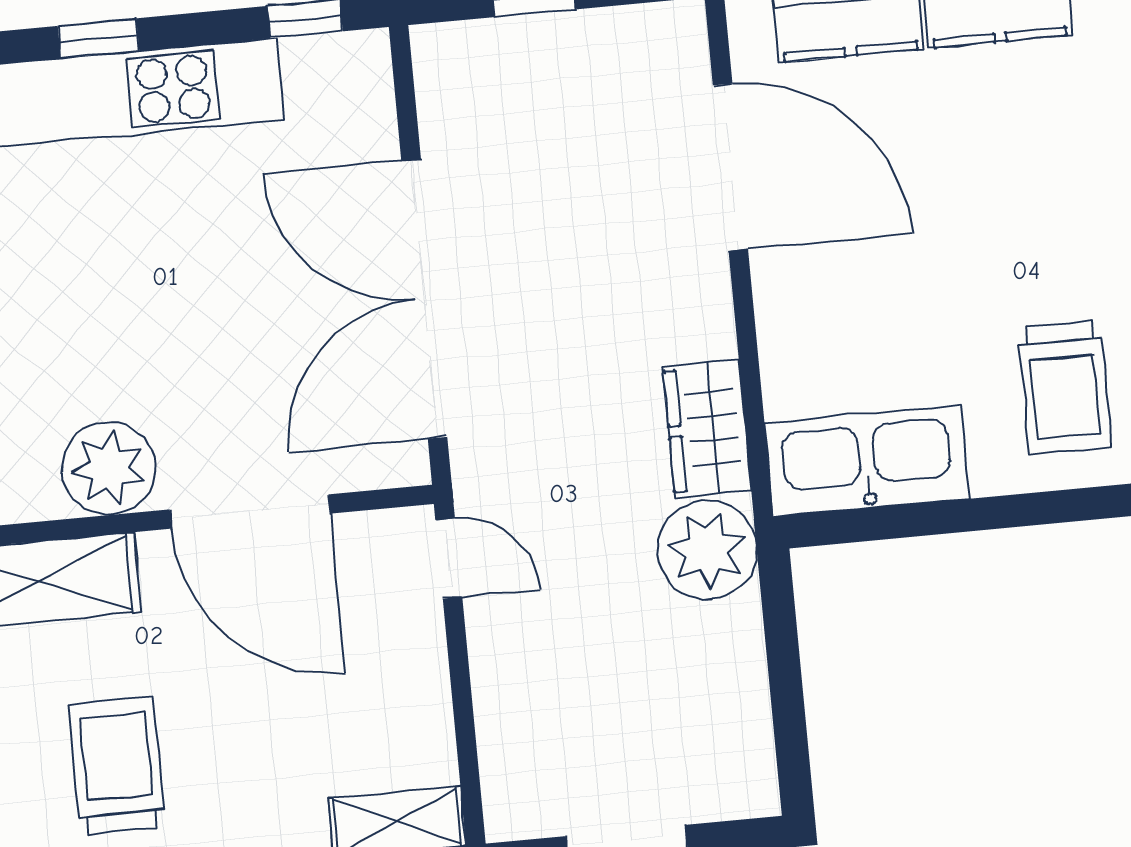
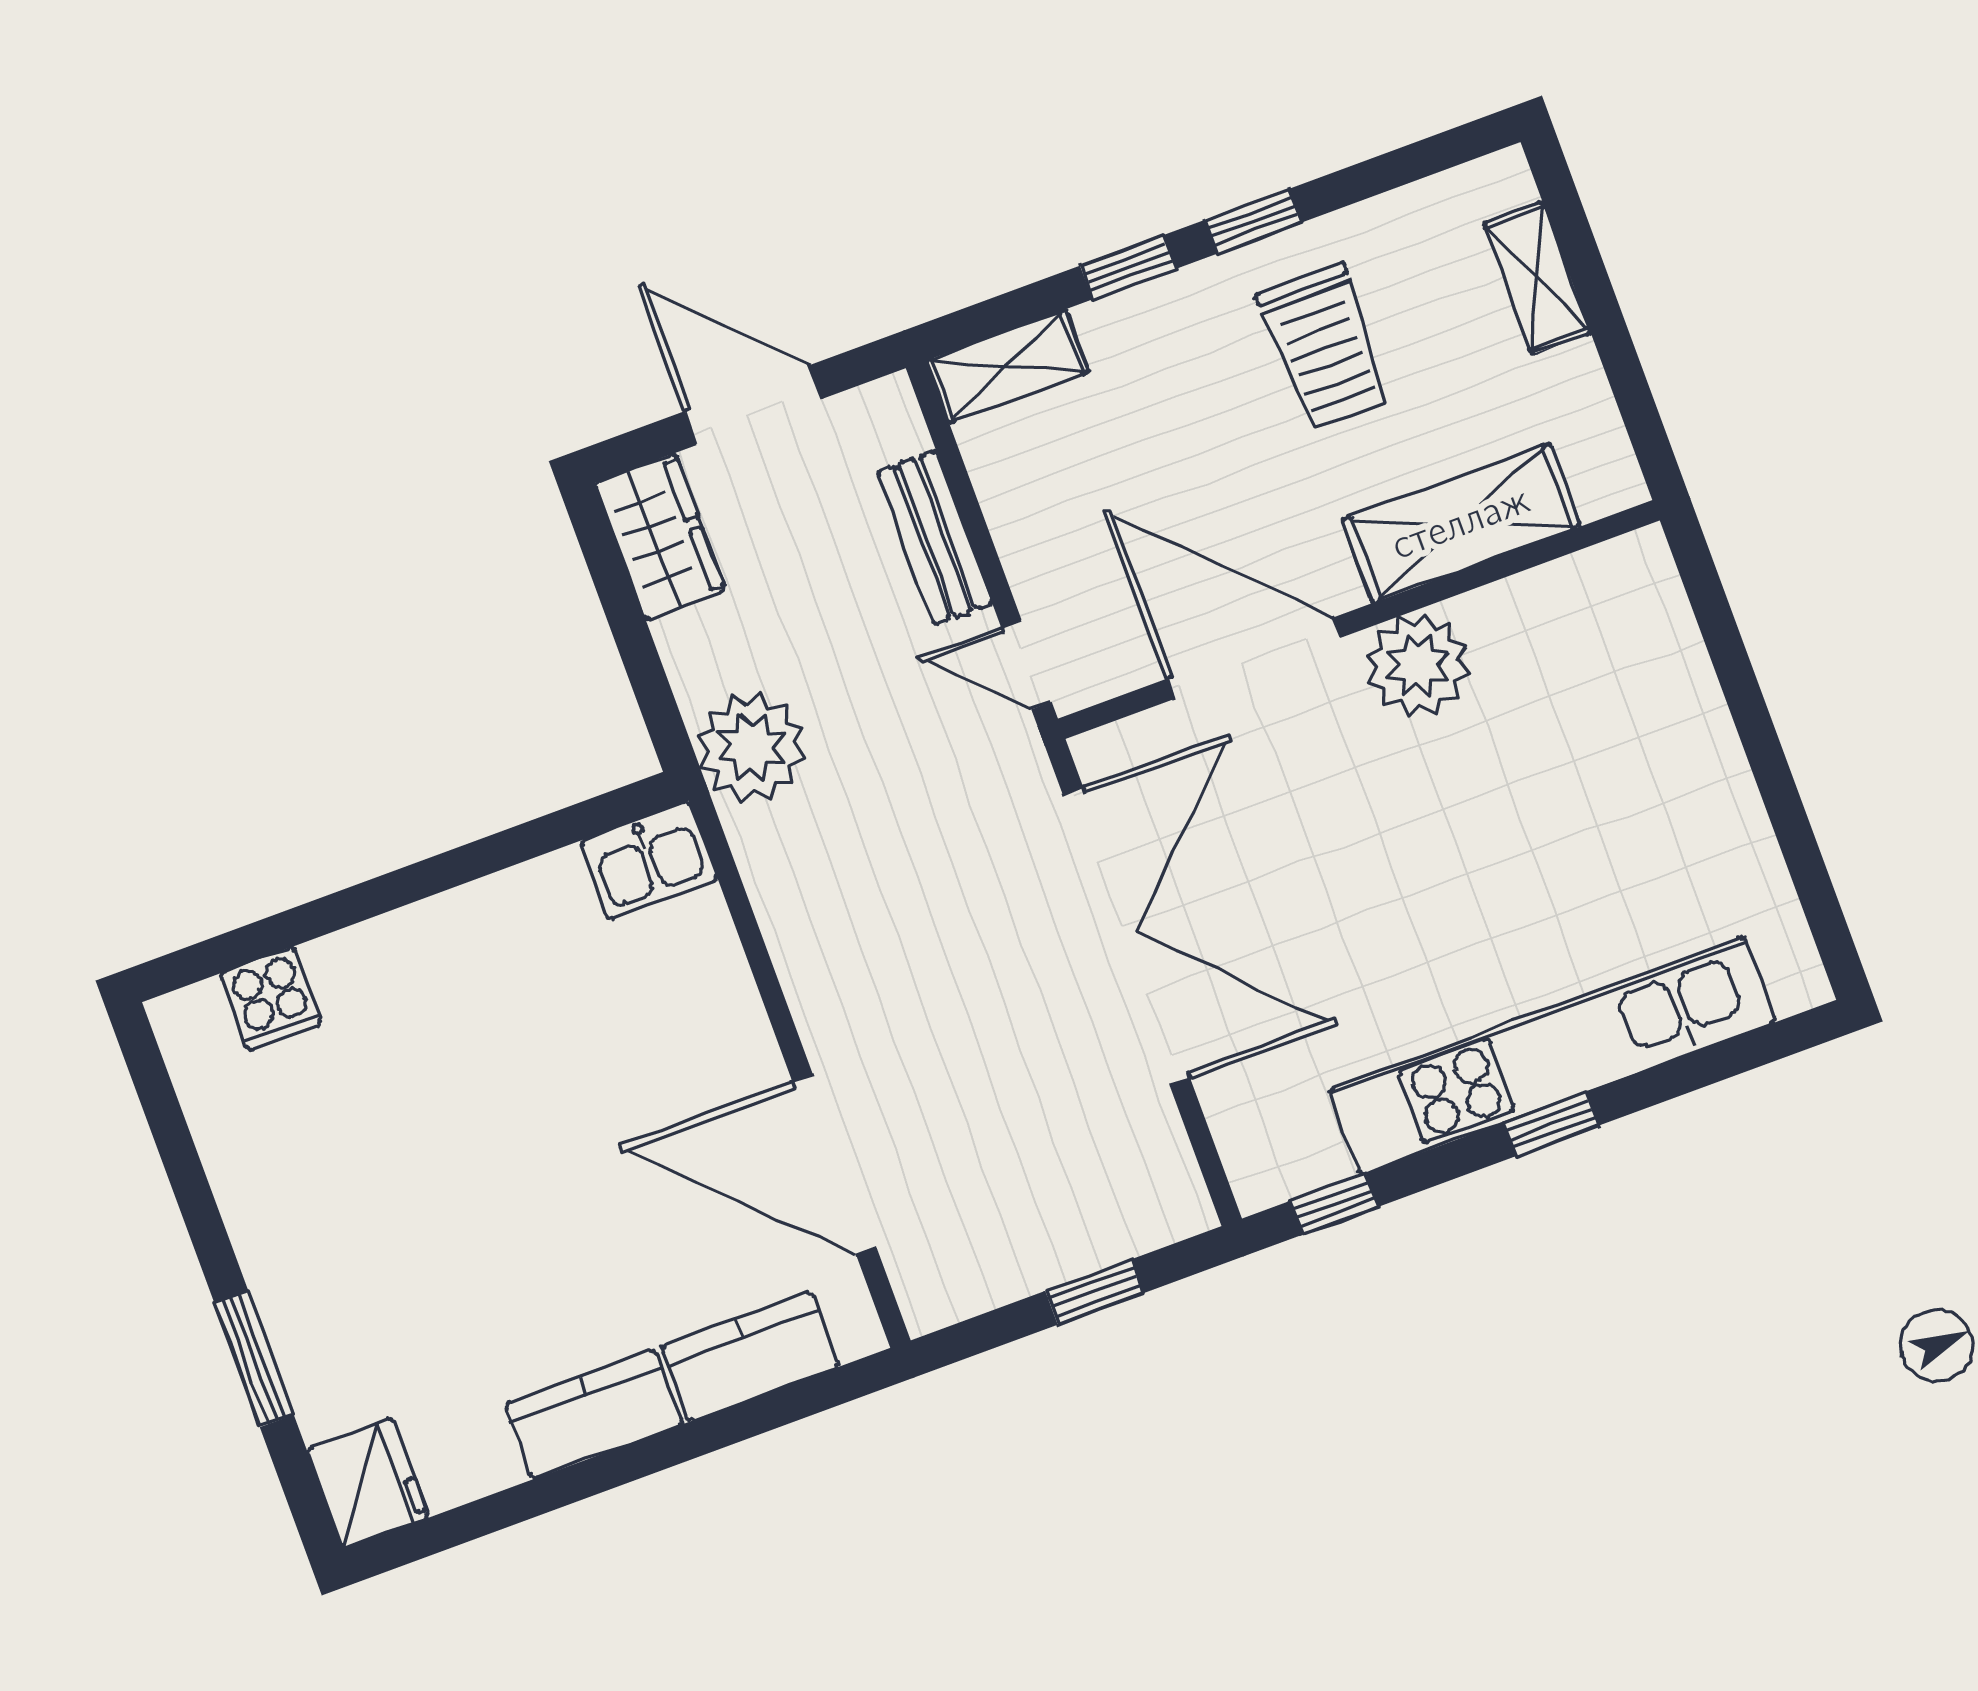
trolley: (1065, 387) -> (413, 1023), removed
wardrobe: (707, 428) -> (660, 537), moved
kitchen sink: (867, 461) -> (649, 861), width x0.53, depth x0.81
bench: (499, 689) -> (935, 538), added

